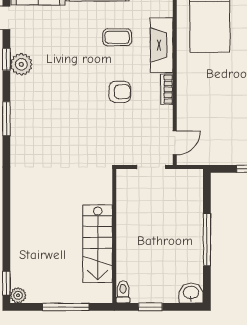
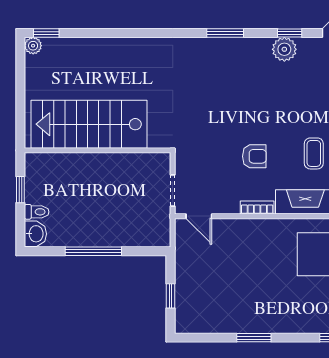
armchair: (120, 92) -> (254, 156), turned -90
stairs: (98, 244) -> (89, 124), width x1.36, depth x1.51
toilet: (123, 292) -> (37, 212), moved
window: (66, 307) -> (20, 98), removed

